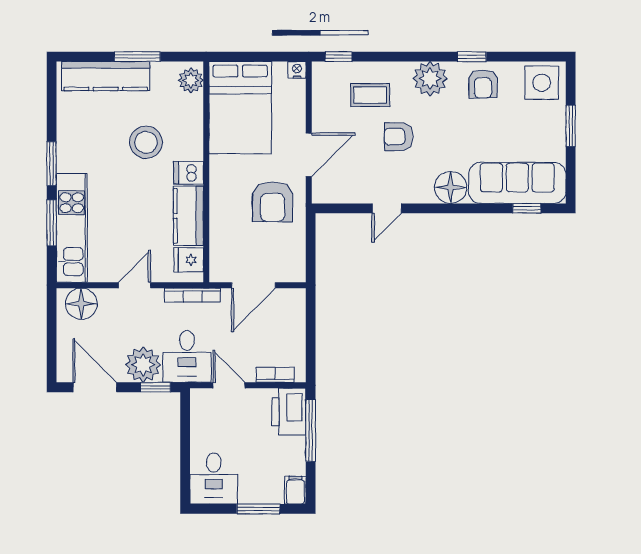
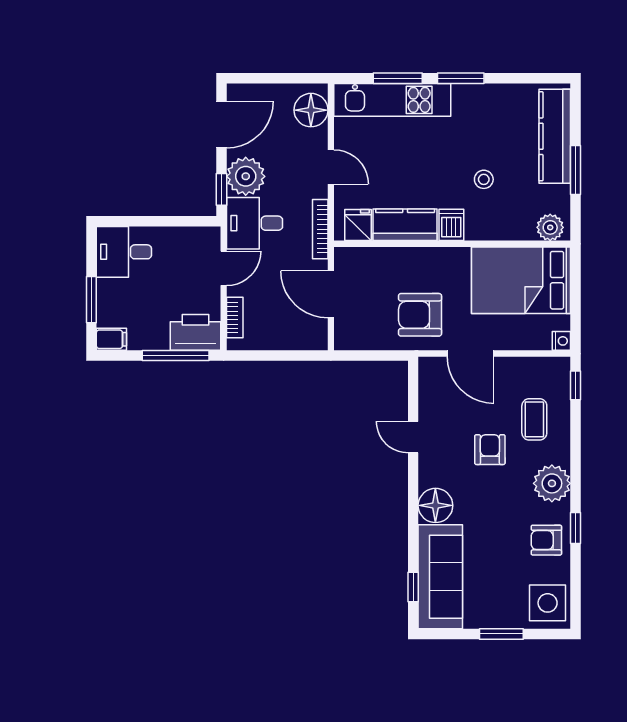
stool: (146, 142) -> (484, 179), width x0.53, depth x0.53

